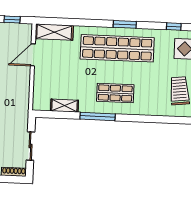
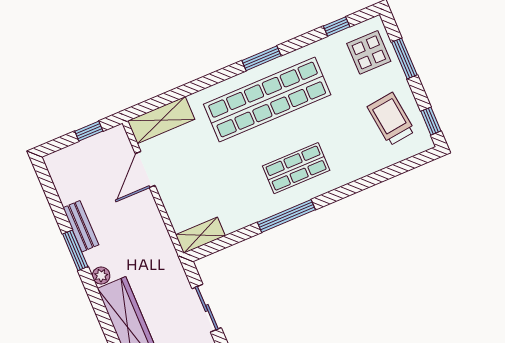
shelving: (65, 106) -> (200, 235), moved

